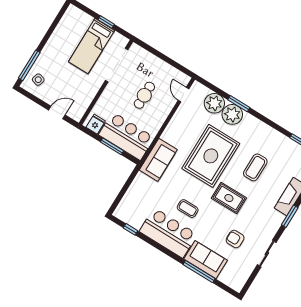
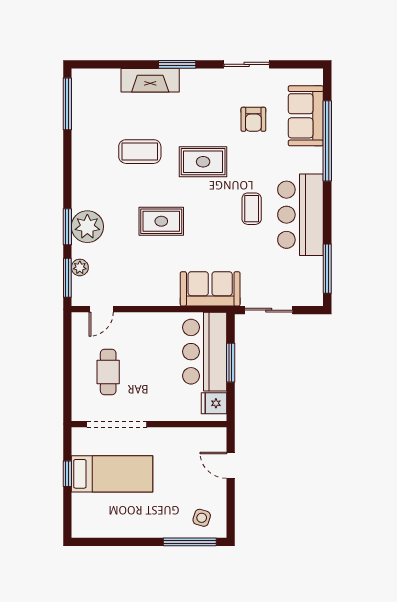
window: (211, 87) -> (67, 278), added
cafe table: (144, 95) -> (108, 372), moved, turned 90
plant: (214, 103) -> (80, 267), width x0.53, depth x0.53
rug: (211, 156) -> (161, 221), width x0.54, depth x0.49
sliding door: (128, 184) -> (269, 310), added
rug: (229, 198) -> (203, 162), turned 90
window: (131, 229) -> (327, 269), width x2.17
sofa: (206, 260) -> (306, 116), moved
window: (199, 272) -> (327, 141), width x1.46

